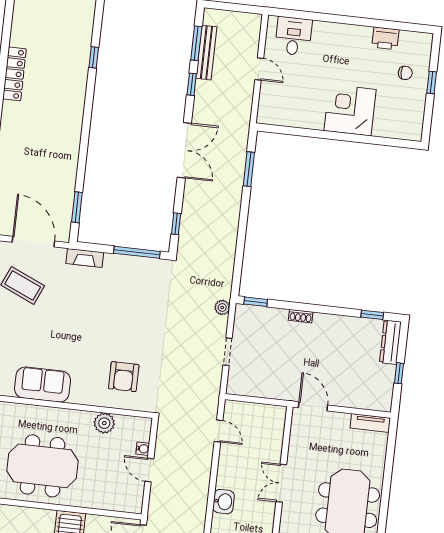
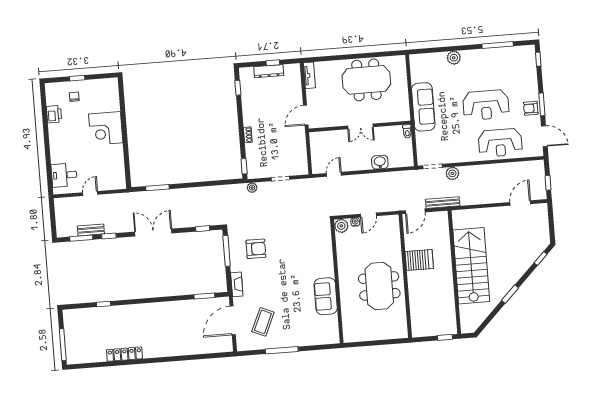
bench: (206, 53) -> (91, 230), width x0.73
dresser: (390, 342) -> (269, 71), moved
armchair: (124, 377) -> (256, 249), moved
plant: (104, 423) -> (341, 226), moved

